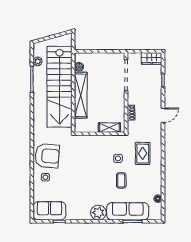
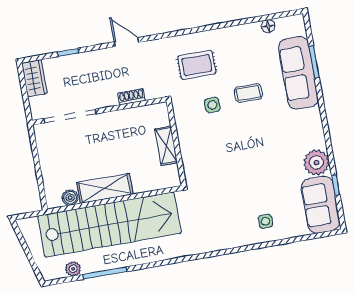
shelving: (81, 95) -> (105, 189), width x0.68
shelving: (109, 128) -> (166, 146), moved
armchair: (47, 156) -> (229, 225), removed
plant: (98, 213) -> (316, 162), moved

